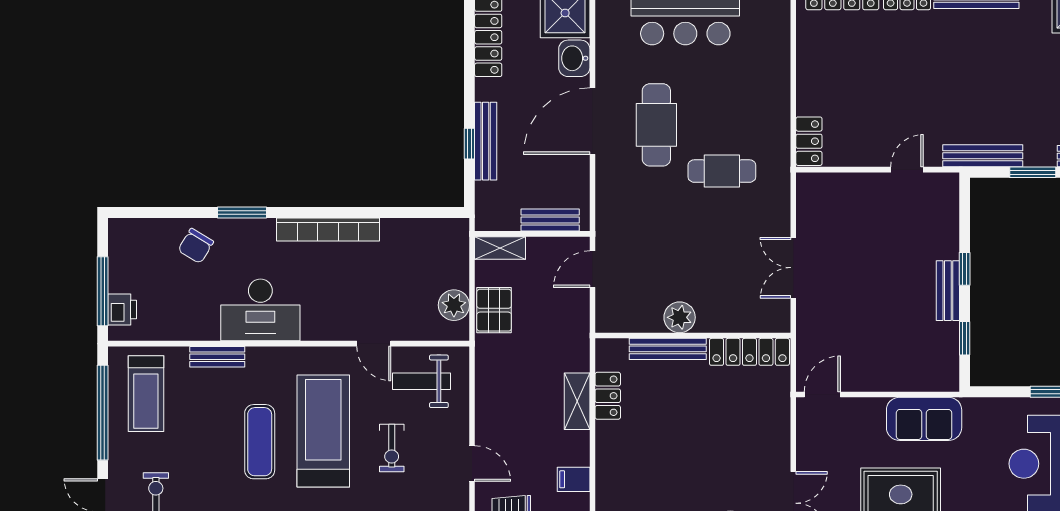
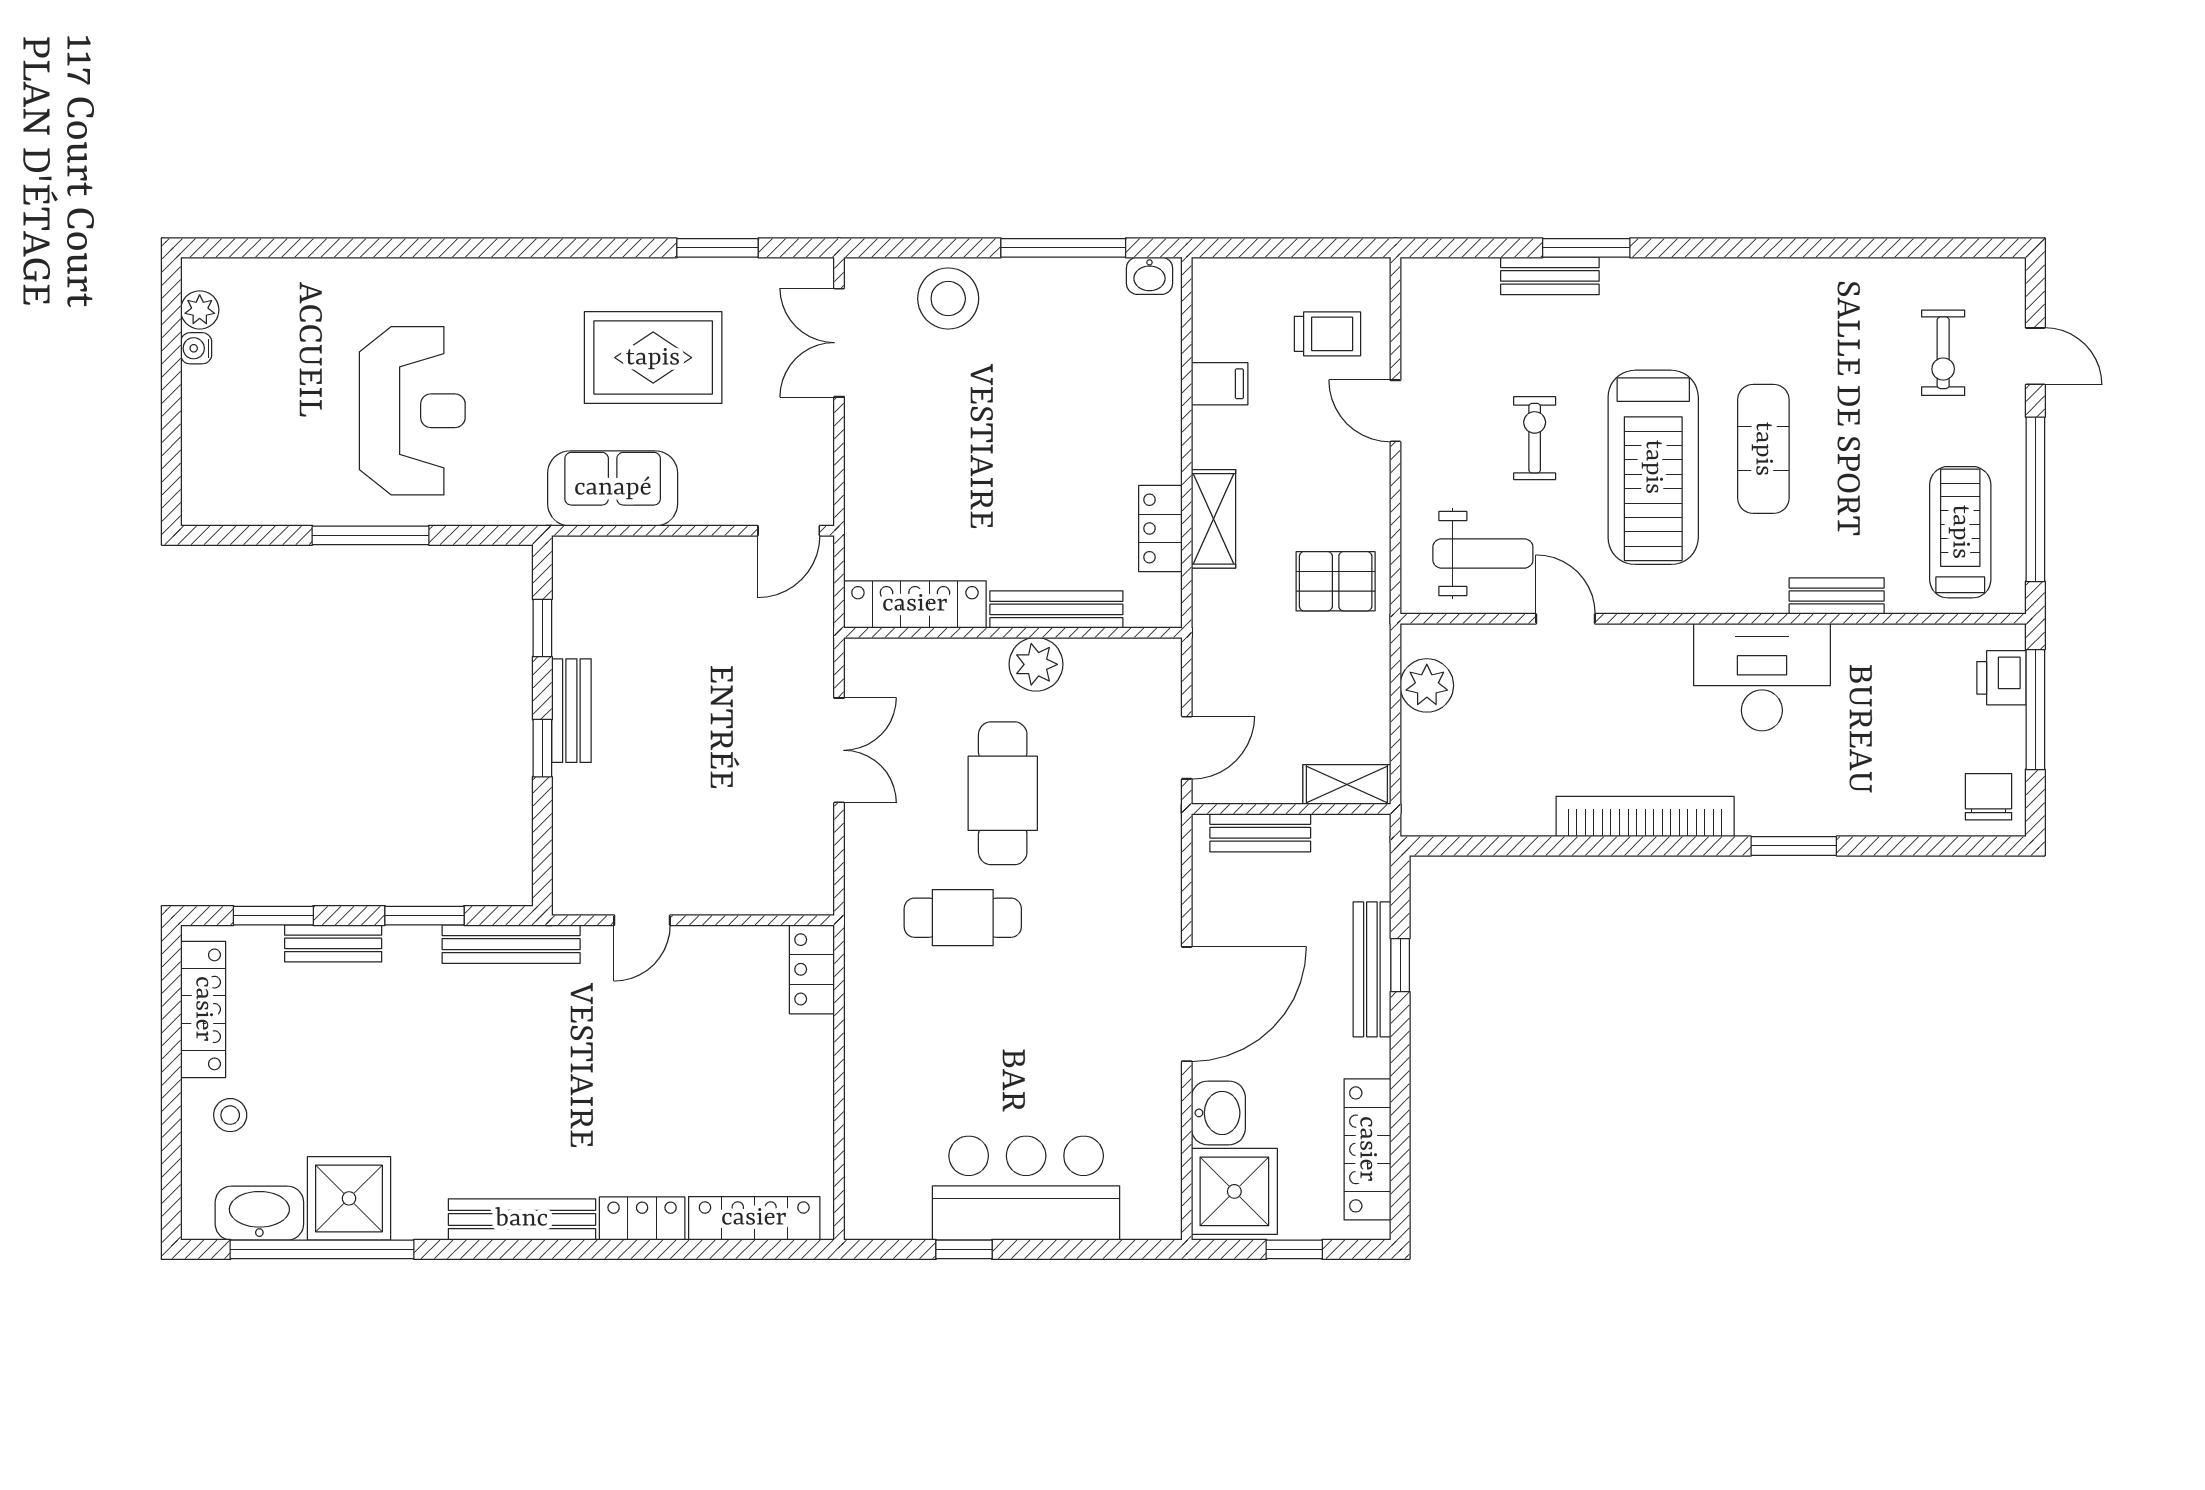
cafe table: (656, 125) -> (1003, 793), moved
chair: (196, 246) -> (1989, 797), moved, turned -31
pallet: (494, 310) -> (1336, 581), moved, turned 90

